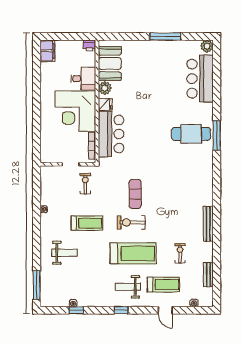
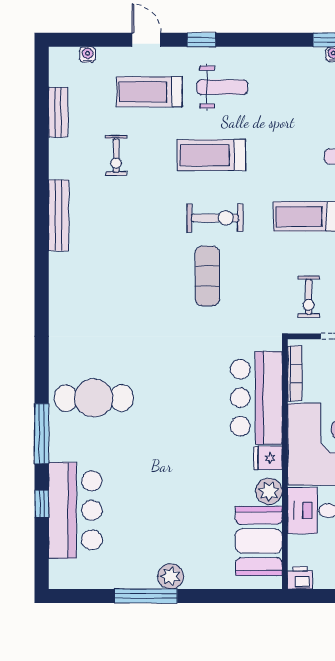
plant: (207, 46) -> (171, 576), moved
window: (217, 82) -> (42, 504), added
window: (217, 135) -> (42, 434), moved
treadmill: (133, 253) -> (211, 155), width x0.73, depth x0.73
window: (121, 310) -> (202, 40), moved

